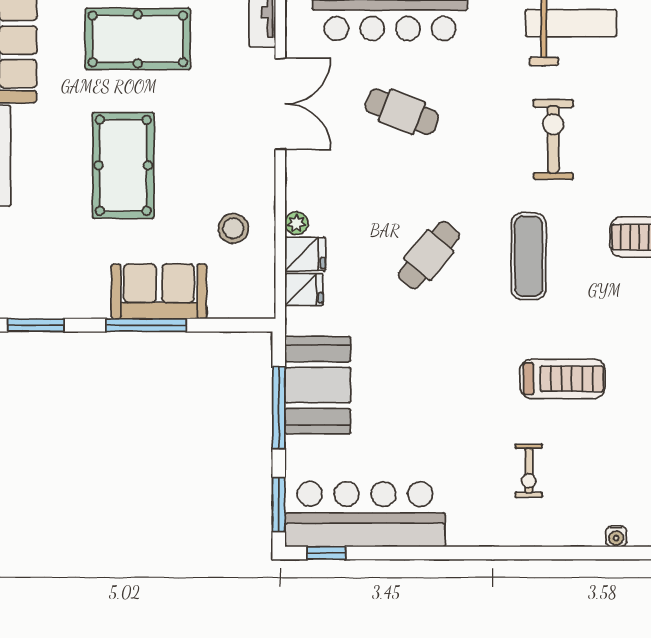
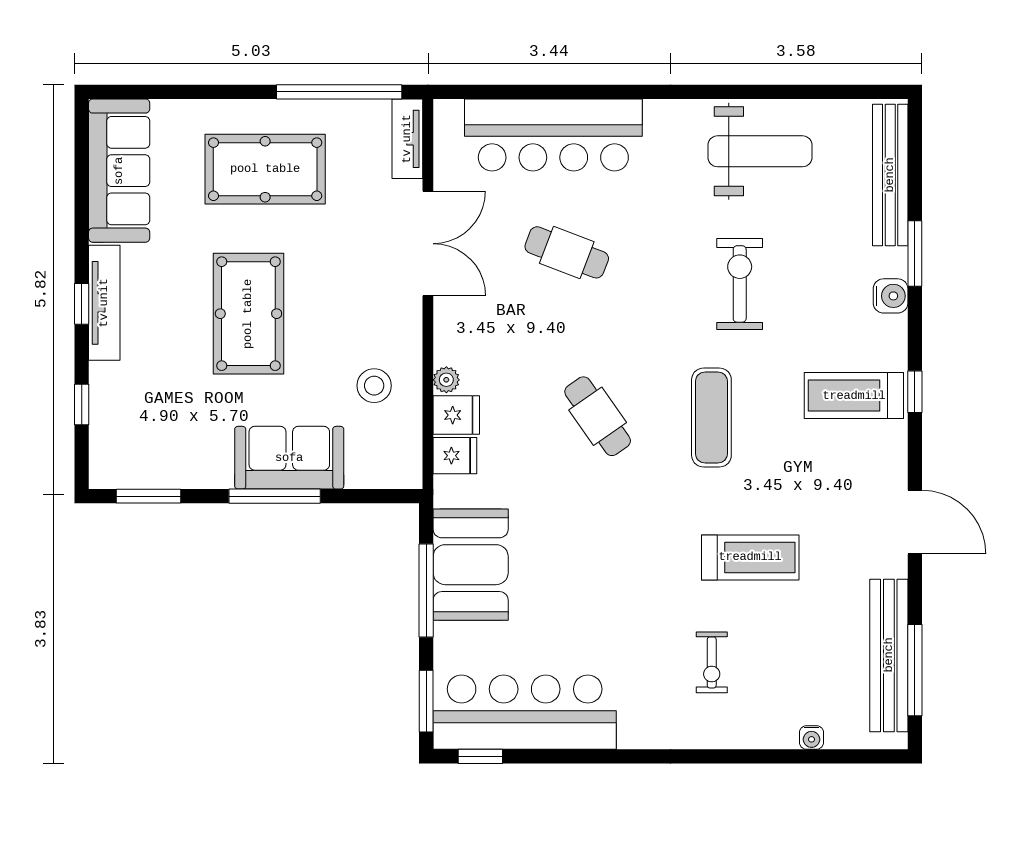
cafe table: (429, 255) -> (598, 416), turned -75

